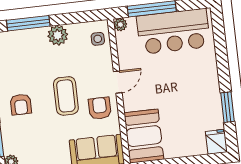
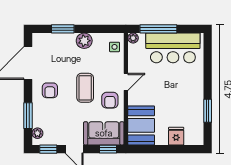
window: (28, 23) -> (63, 29), width x0.69
armchair: (100, 108) -> (110, 100), turned 180
fridge: (216, 142) -> (176, 136), moved

